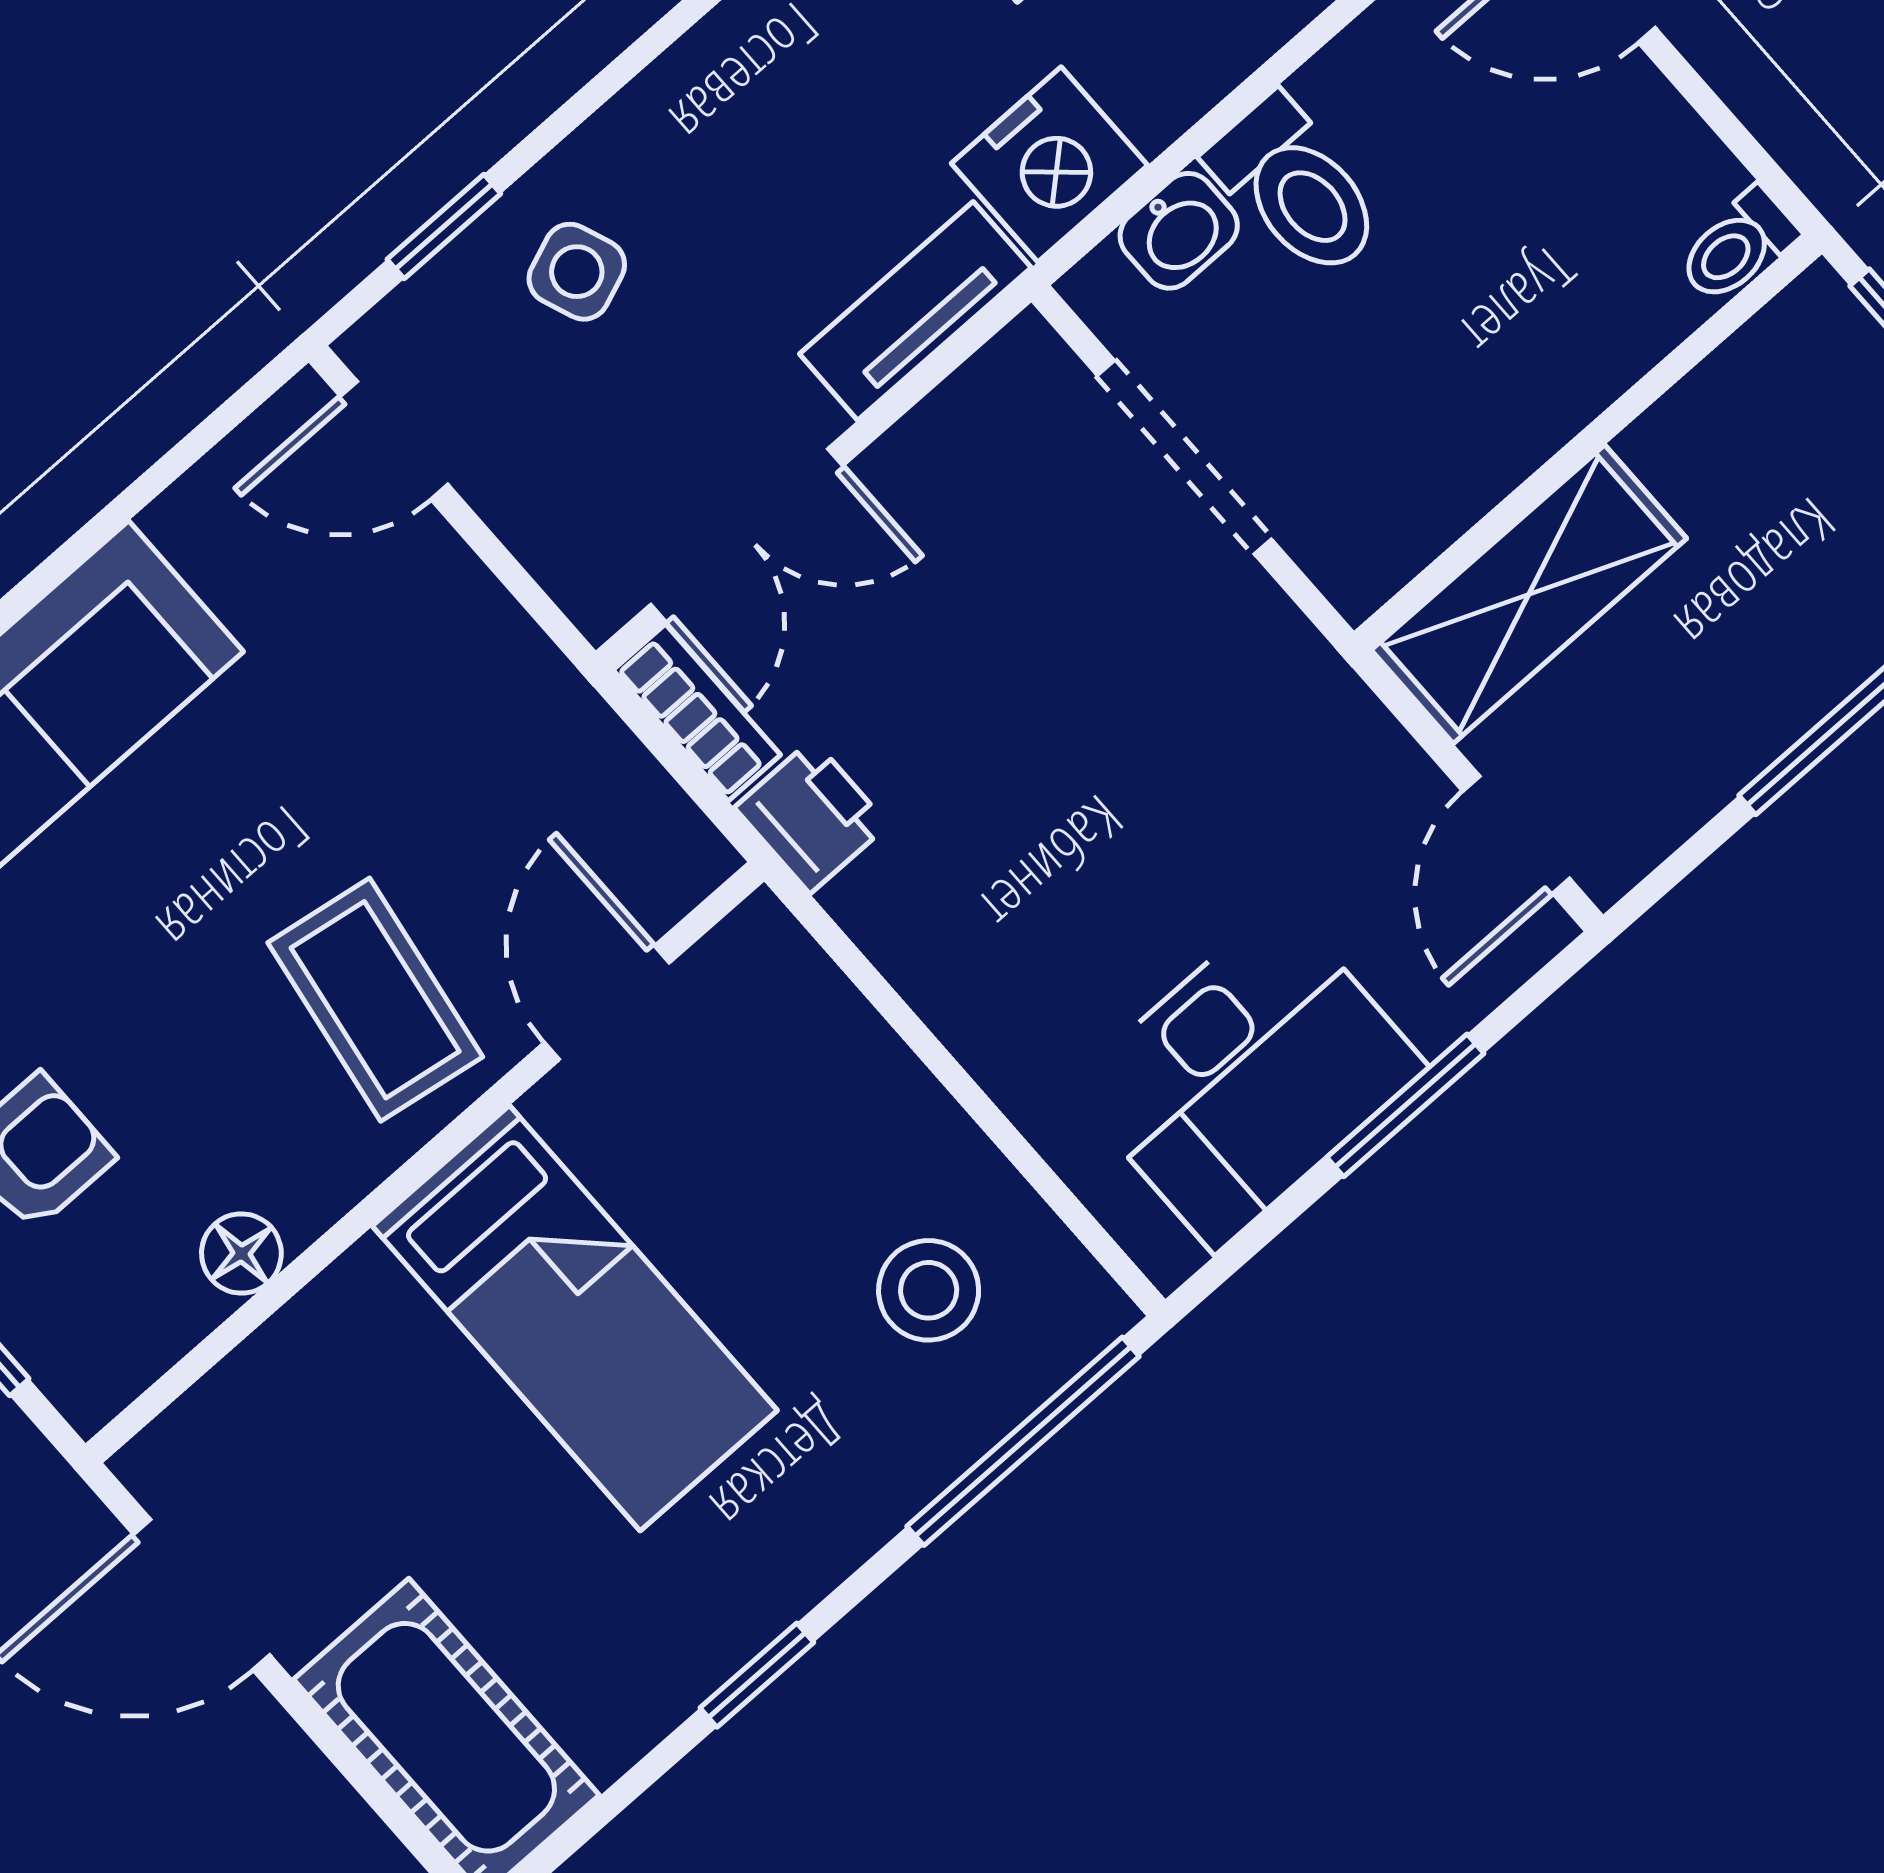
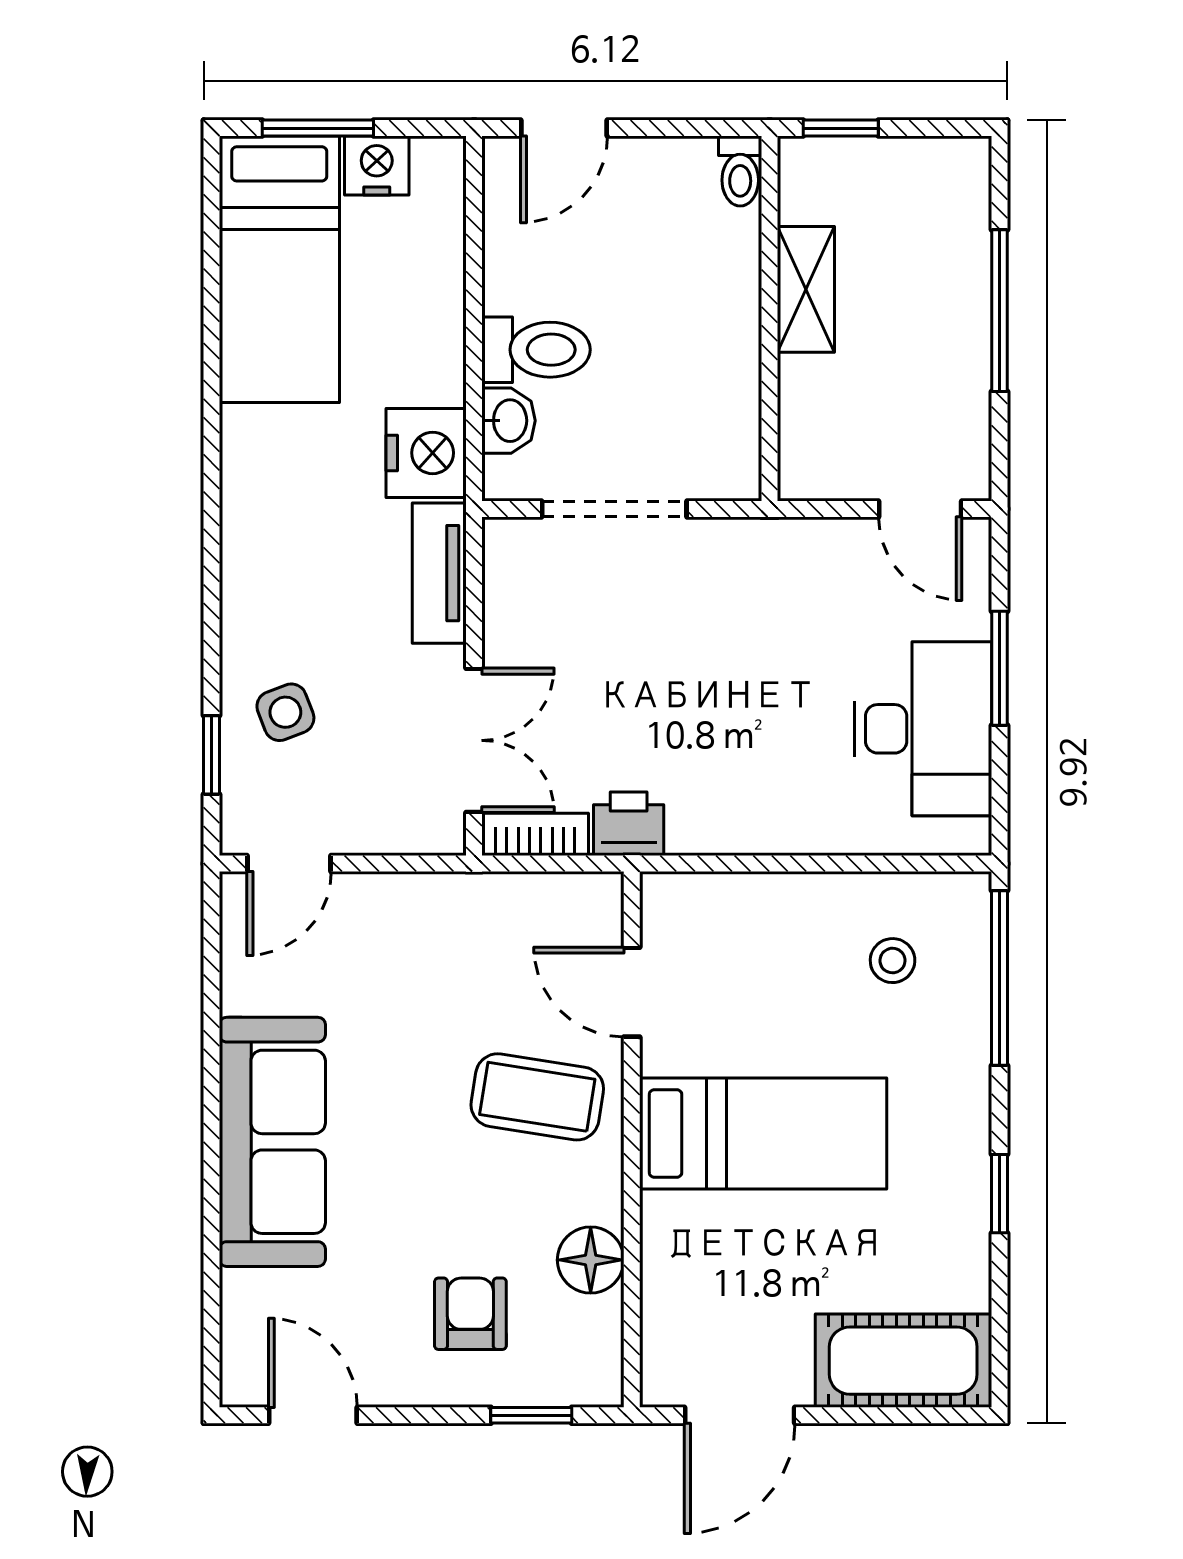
shelving: (1529, 594) -> (806, 289), moved, width x0.67, depth x0.75
floor lamp: (241, 1253) -> (591, 1260), width x1.37, depth x1.37
stool: (929, 1290) -> (893, 961), width x0.73, depth x0.73

